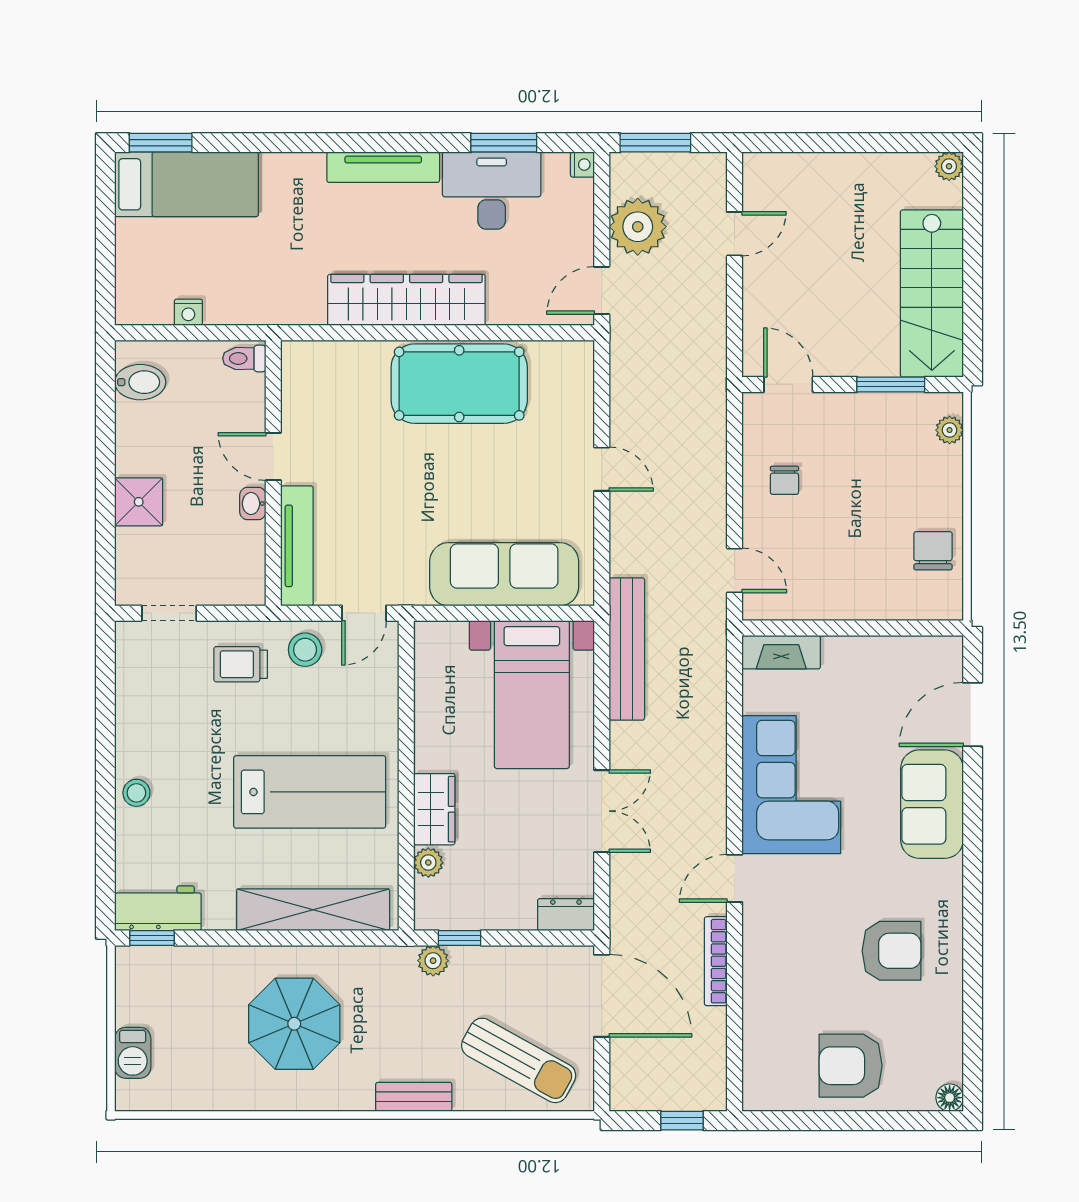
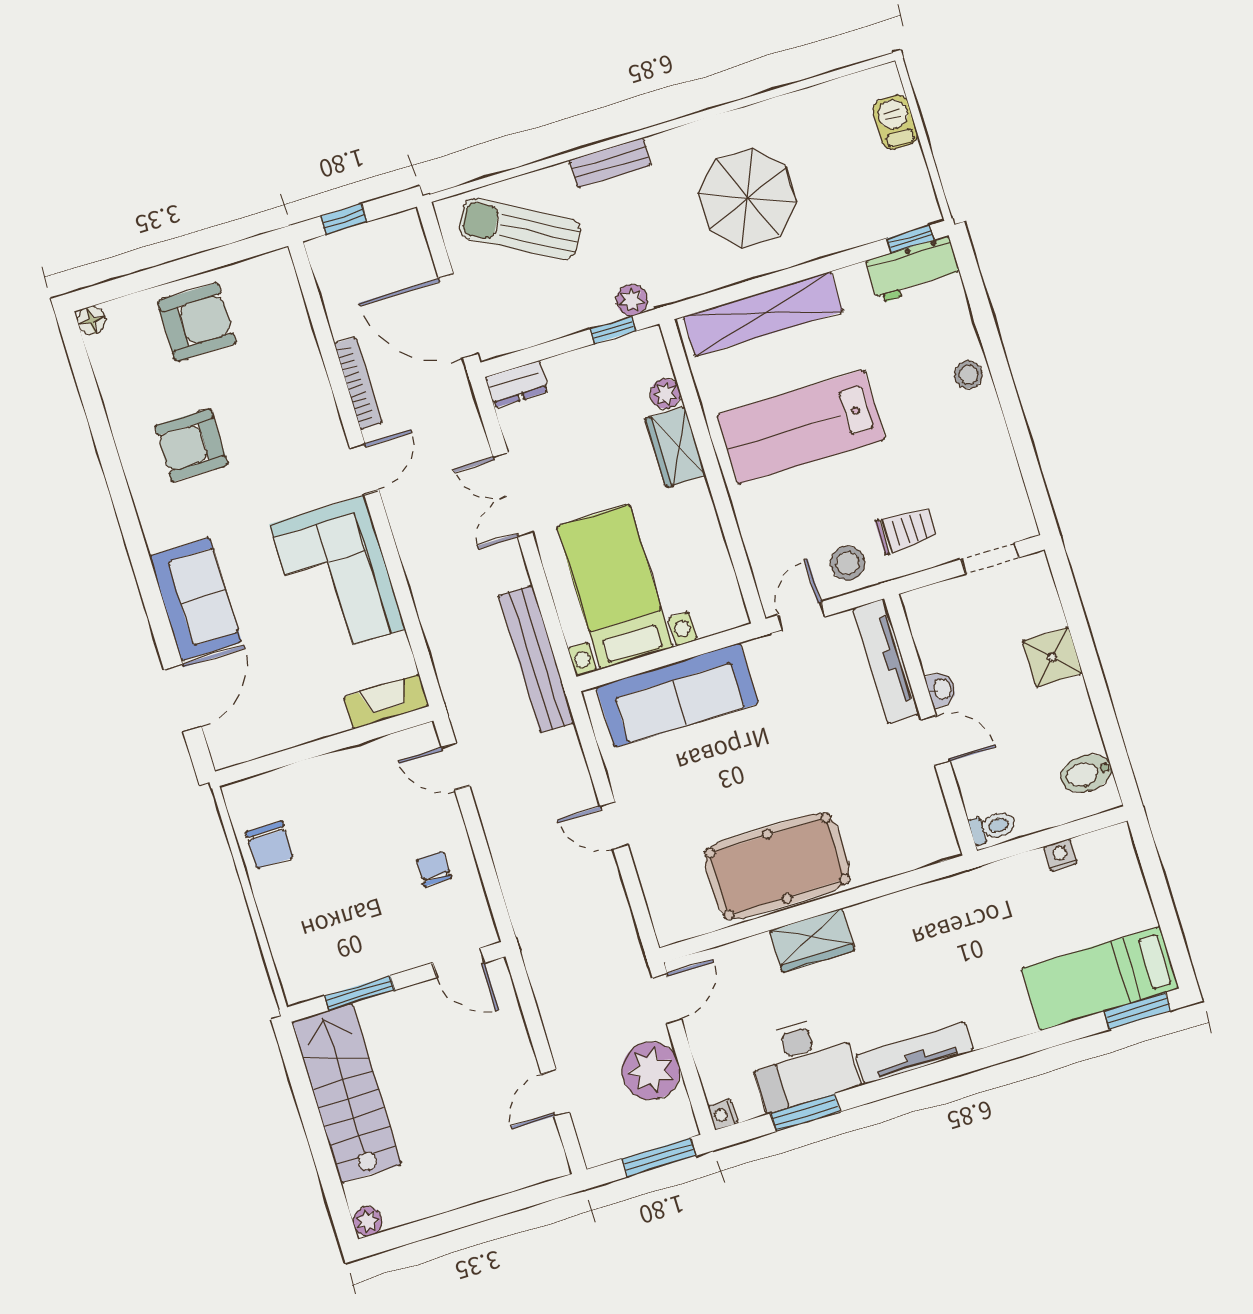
wardrobe: (406, 300) -> (812, 940), width x0.48, depth x0.85
plant: (950, 430) -> (289, 966), removed

